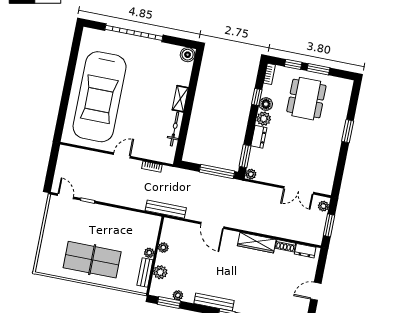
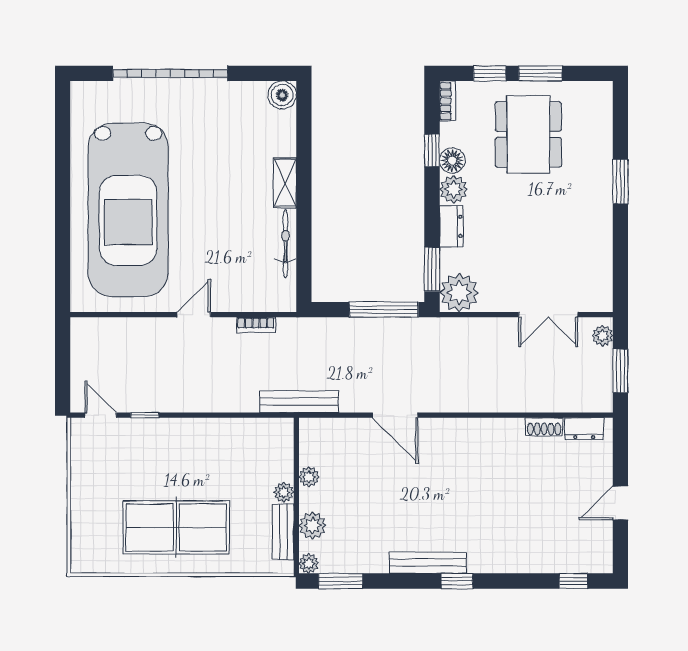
plant: (251, 174) -> (459, 293), width x1.87, depth x1.87
wardrobe: (257, 243) -> (488, 432), removed
plant: (178, 295) -> (309, 564), moved

